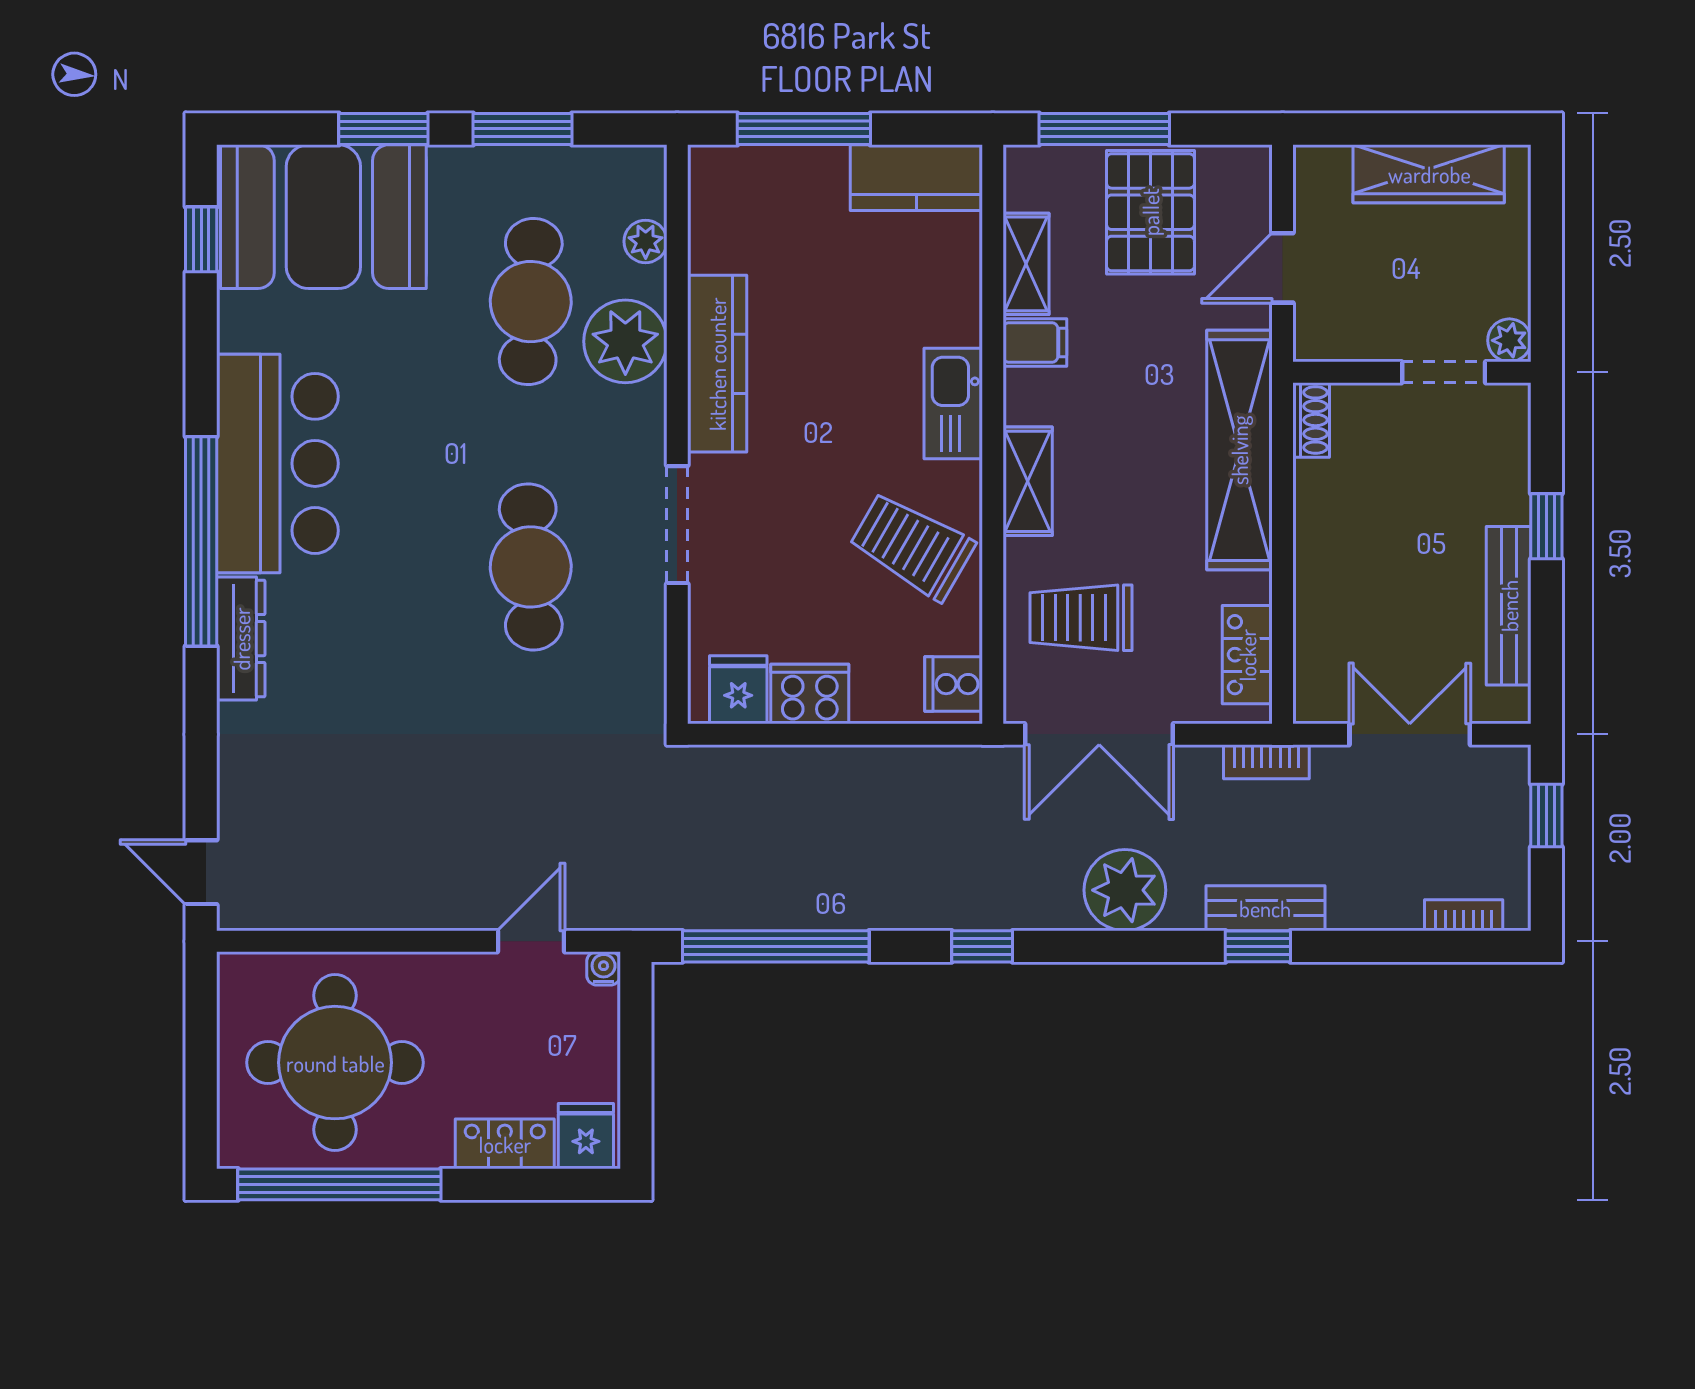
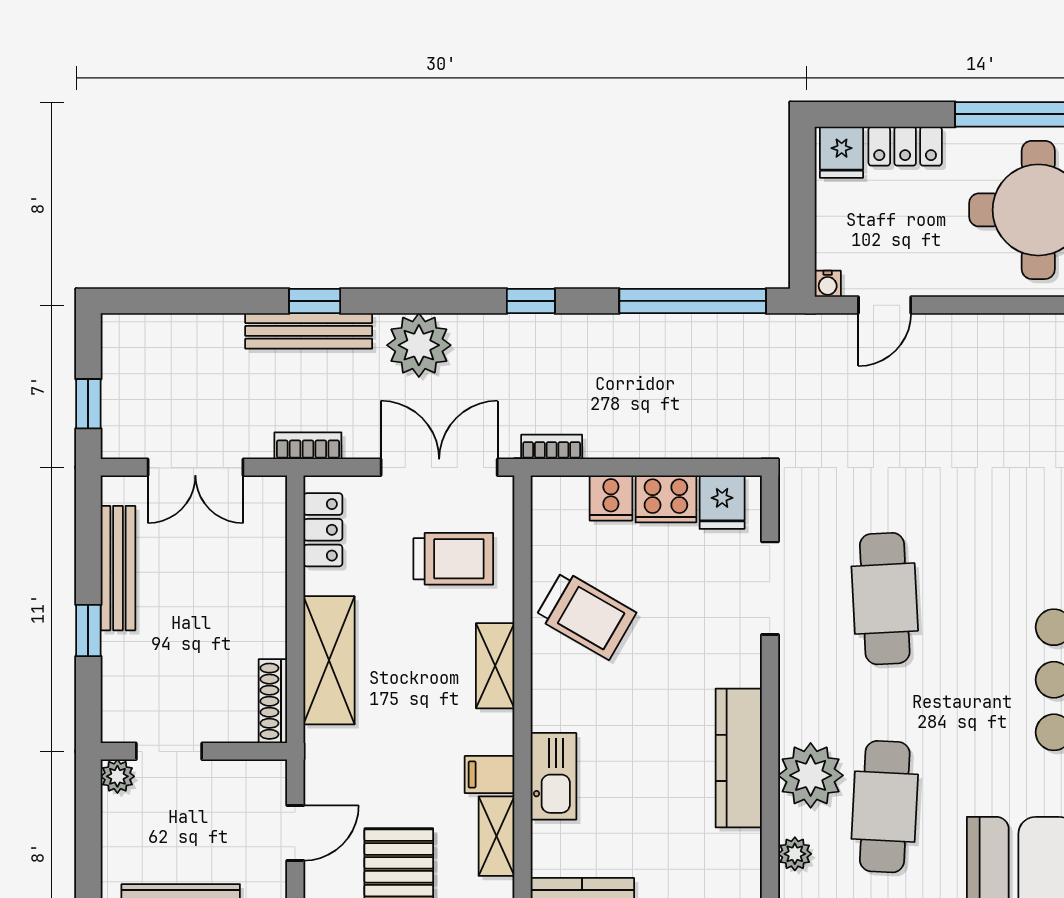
kitchen sink: (953, 404) -> (553, 776), moved
shoe rack: (1311, 420) -> (273, 701), width x1.43
shelving: (1239, 450) -> (329, 660), width x0.68
doorway: (677, 525) -> (770, 588), moved
cooker: (954, 684) -> (611, 498), moved, turned 90
bench: (1265, 908) -> (309, 331), width x1.36
bookcase: (1464, 915) -> (552, 447), moved, turned 180

